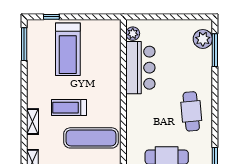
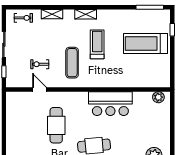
bar counter: (140, 68) -> (110, 104), moved
exercise mat: (91, 138) -> (72, 63), width x0.73, depth x0.69

